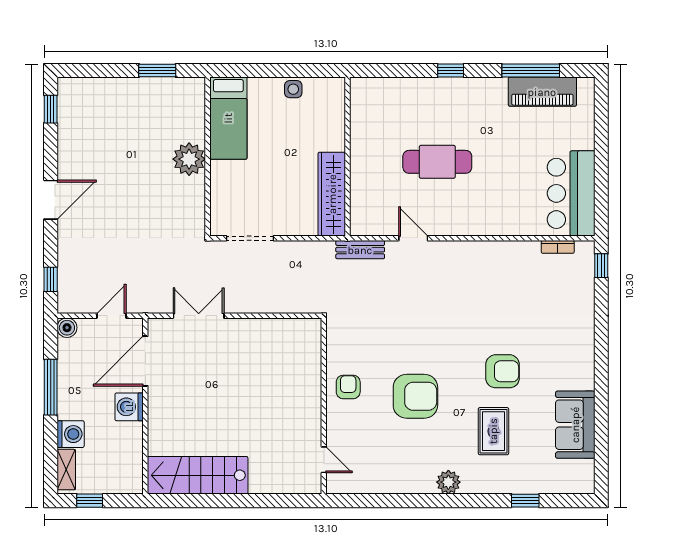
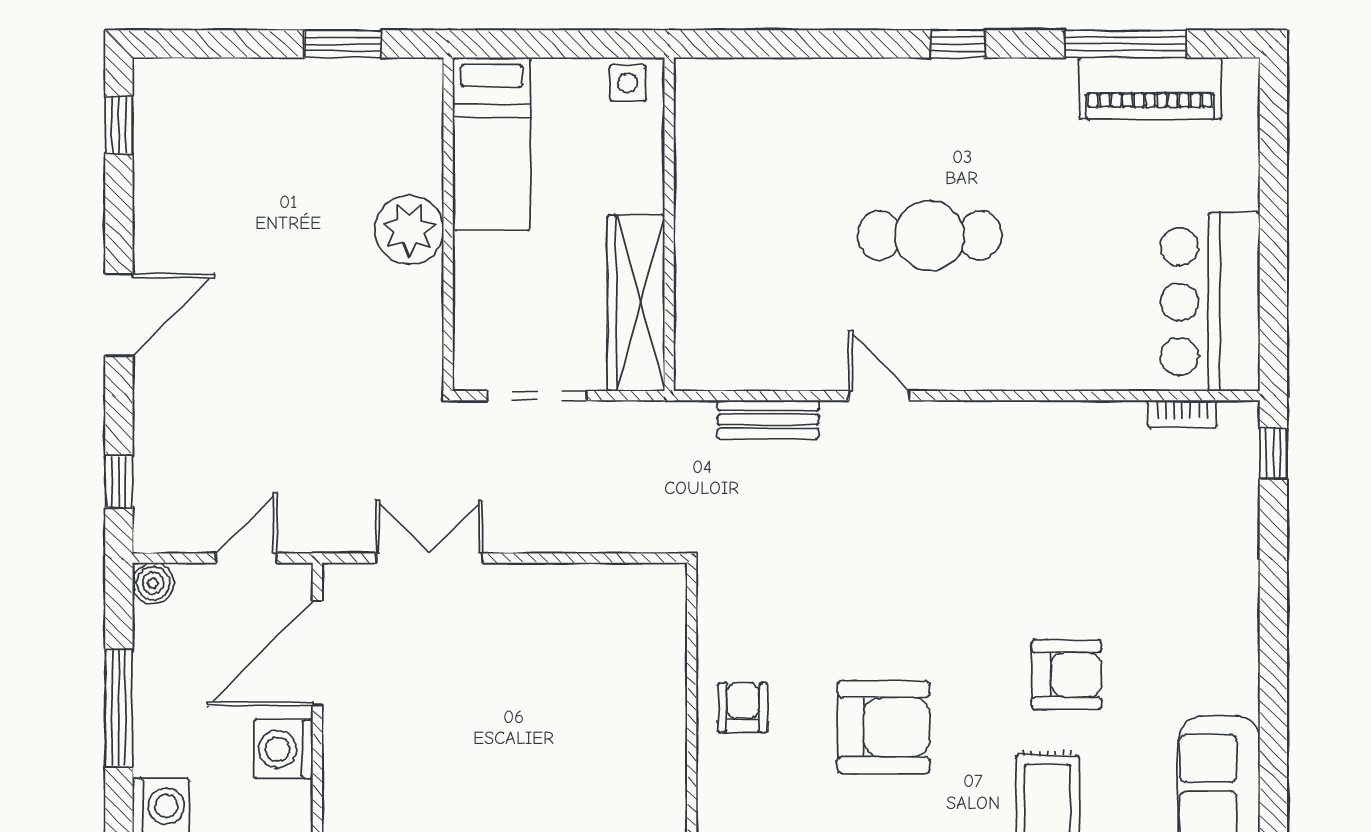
wall: (347, 157) -> (669, 224), moved
wardrobe: (332, 194) -> (636, 303), moved

